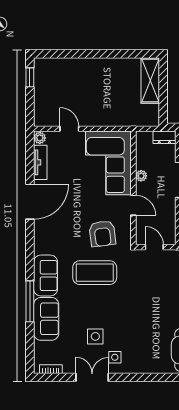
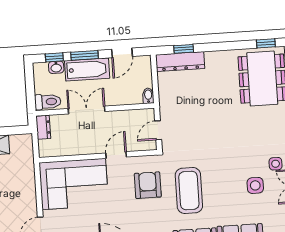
plant: (141, 176) -> (85, 149), removed
armchair: (102, 234) -> (148, 185), turned -83

